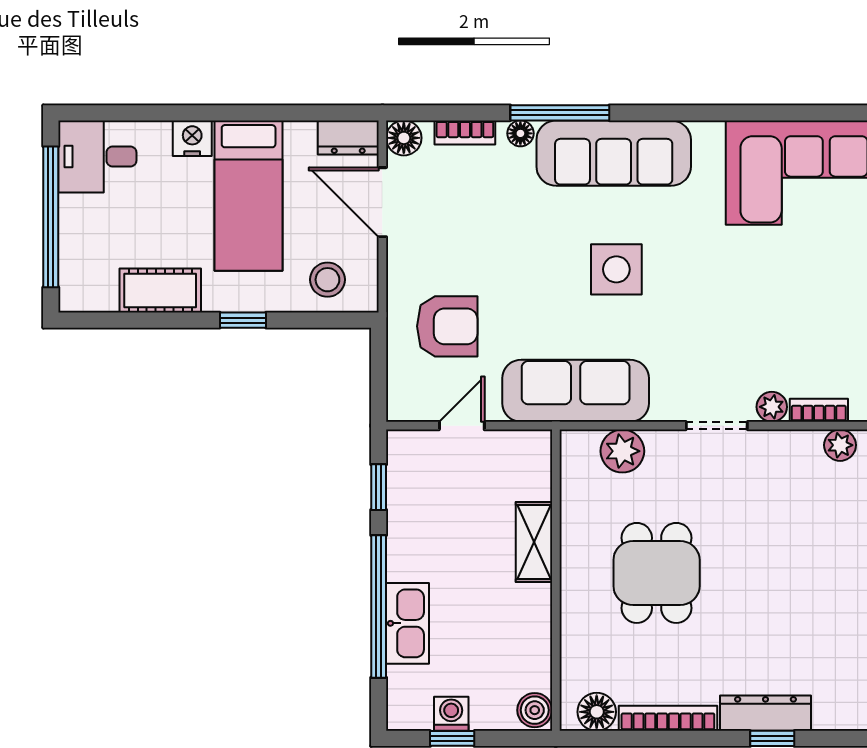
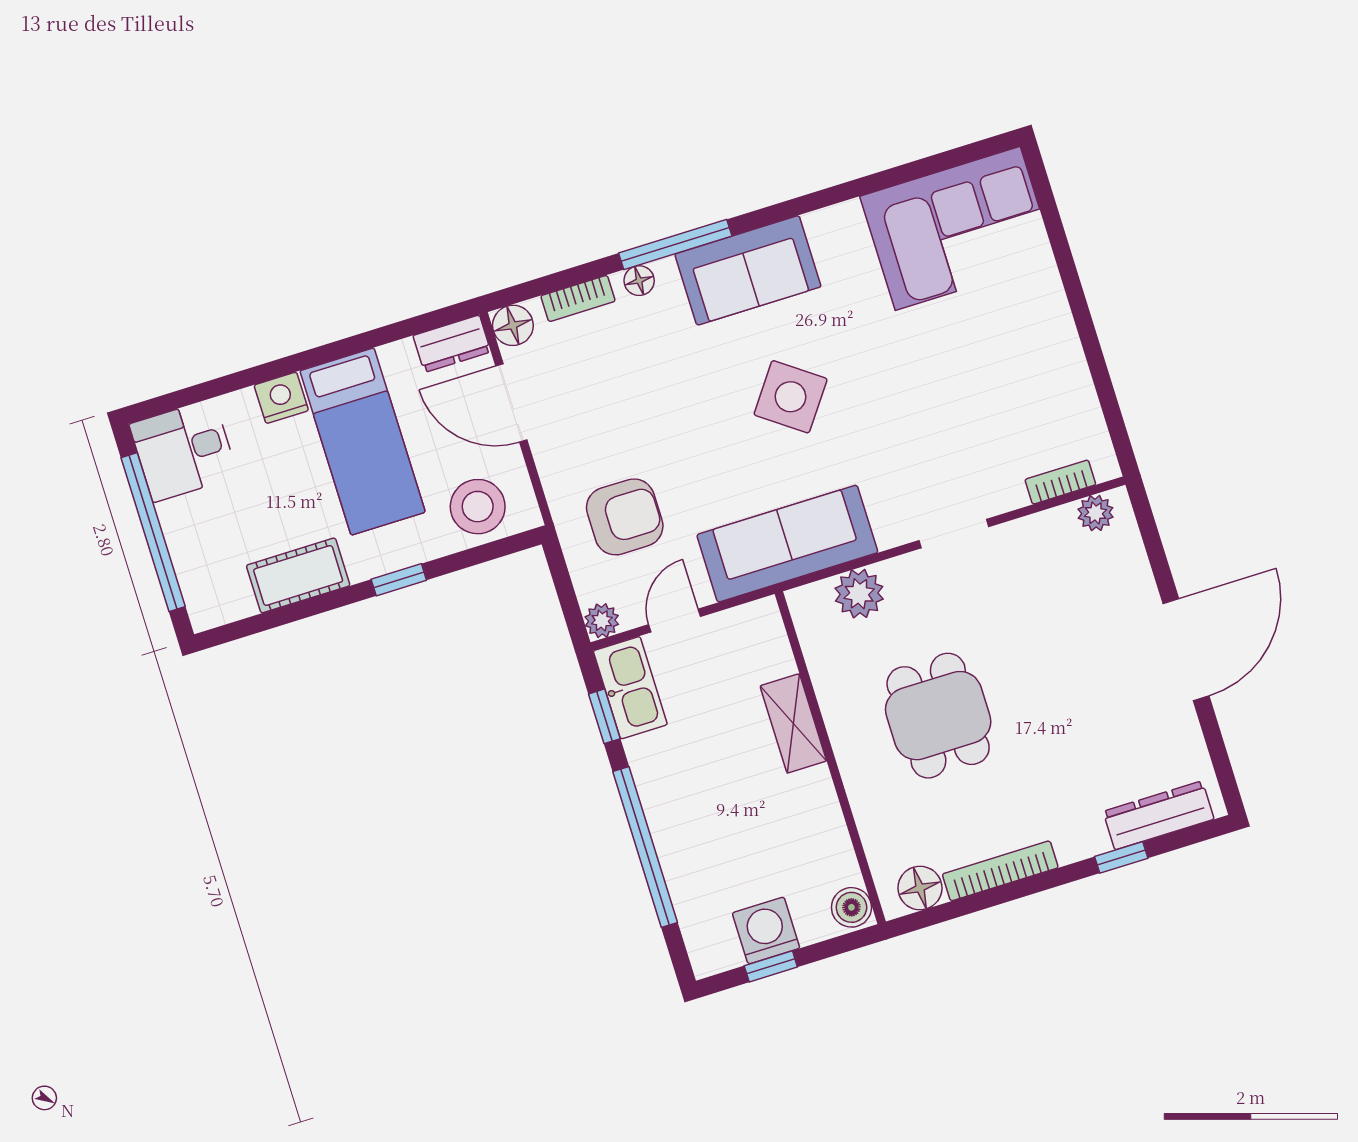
sofa: (614, 153) -> (748, 270), width x0.73
side table: (616, 269) -> (791, 397), turned 36
stool: (327, 280) -> (478, 507), width x1.38, depth x1.38
plant: (772, 407) -> (602, 621), moved
kitchen sink: (408, 623) -> (630, 688), moved
dresser: (765, 713) -> (1159, 815), moved
washing machine: (451, 714) -> (766, 931), width x1.38, depth x1.38

